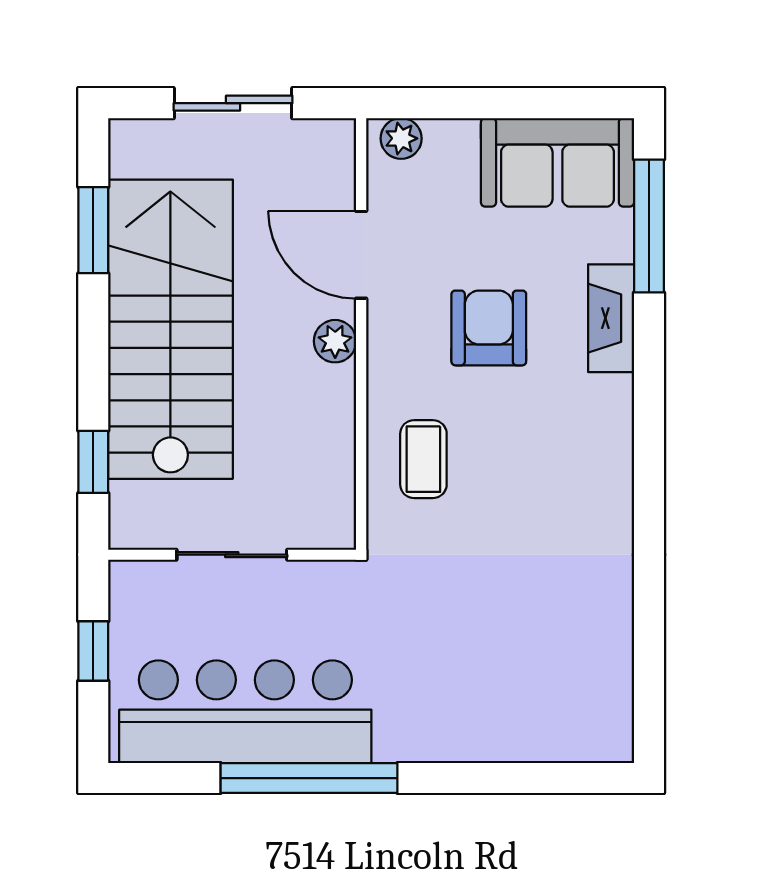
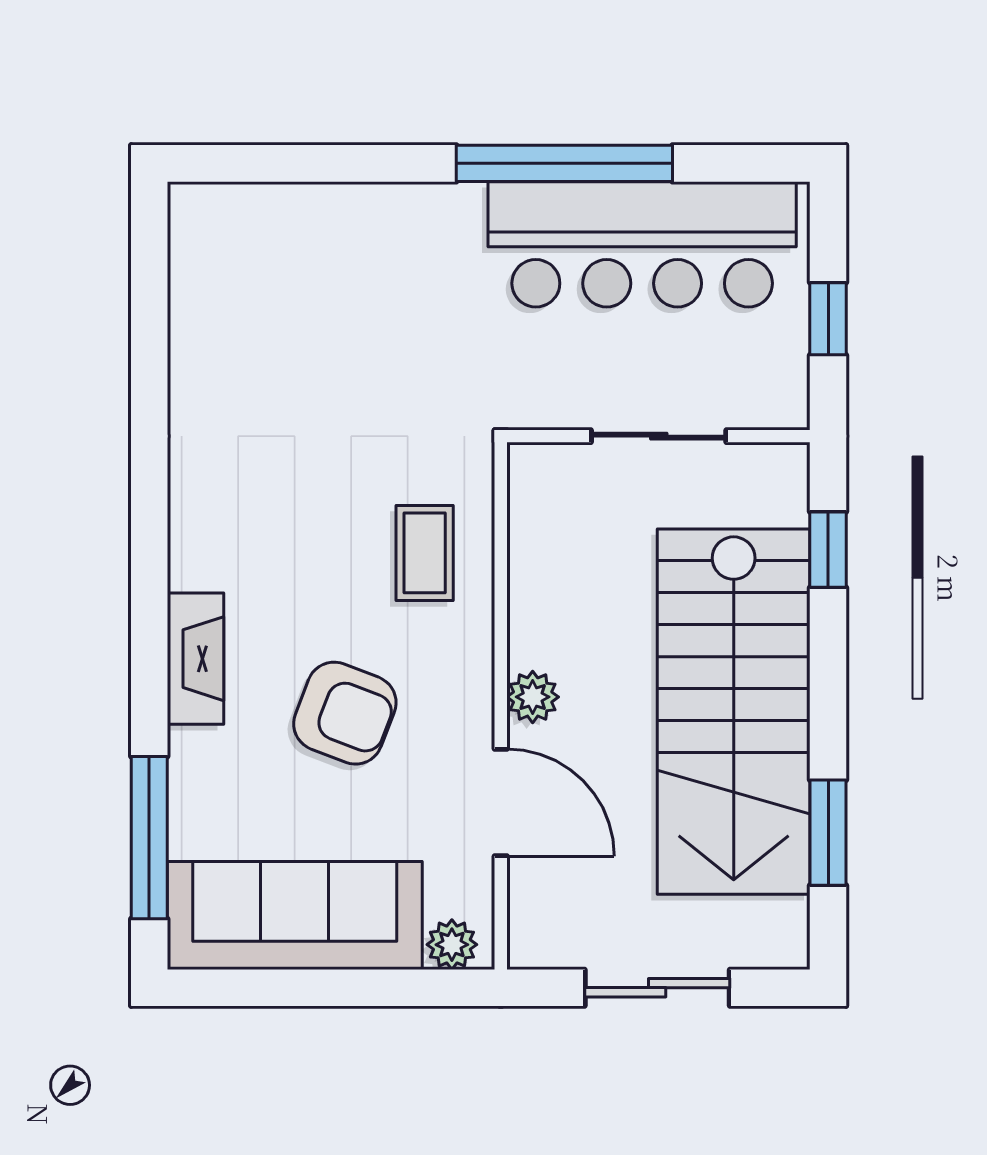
sofa: (557, 162) -> (295, 915), width x1.36
fireplace: (611, 318) -> (195, 659), moved
armchair: (489, 328) -> (345, 713), turned -69

